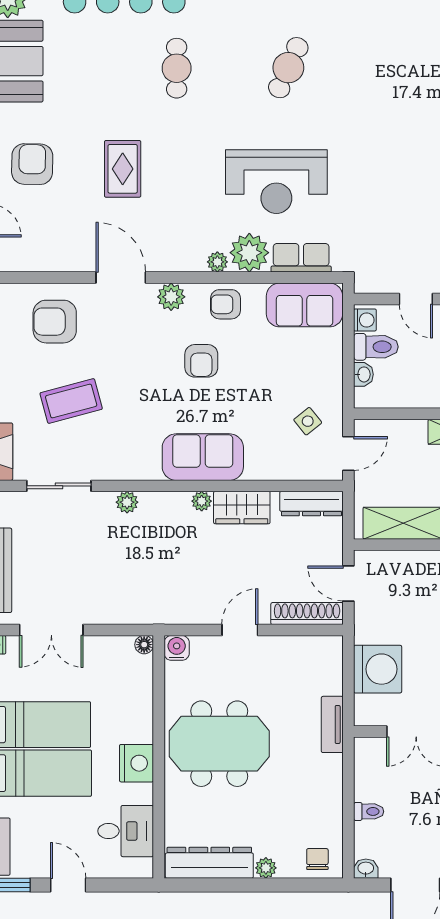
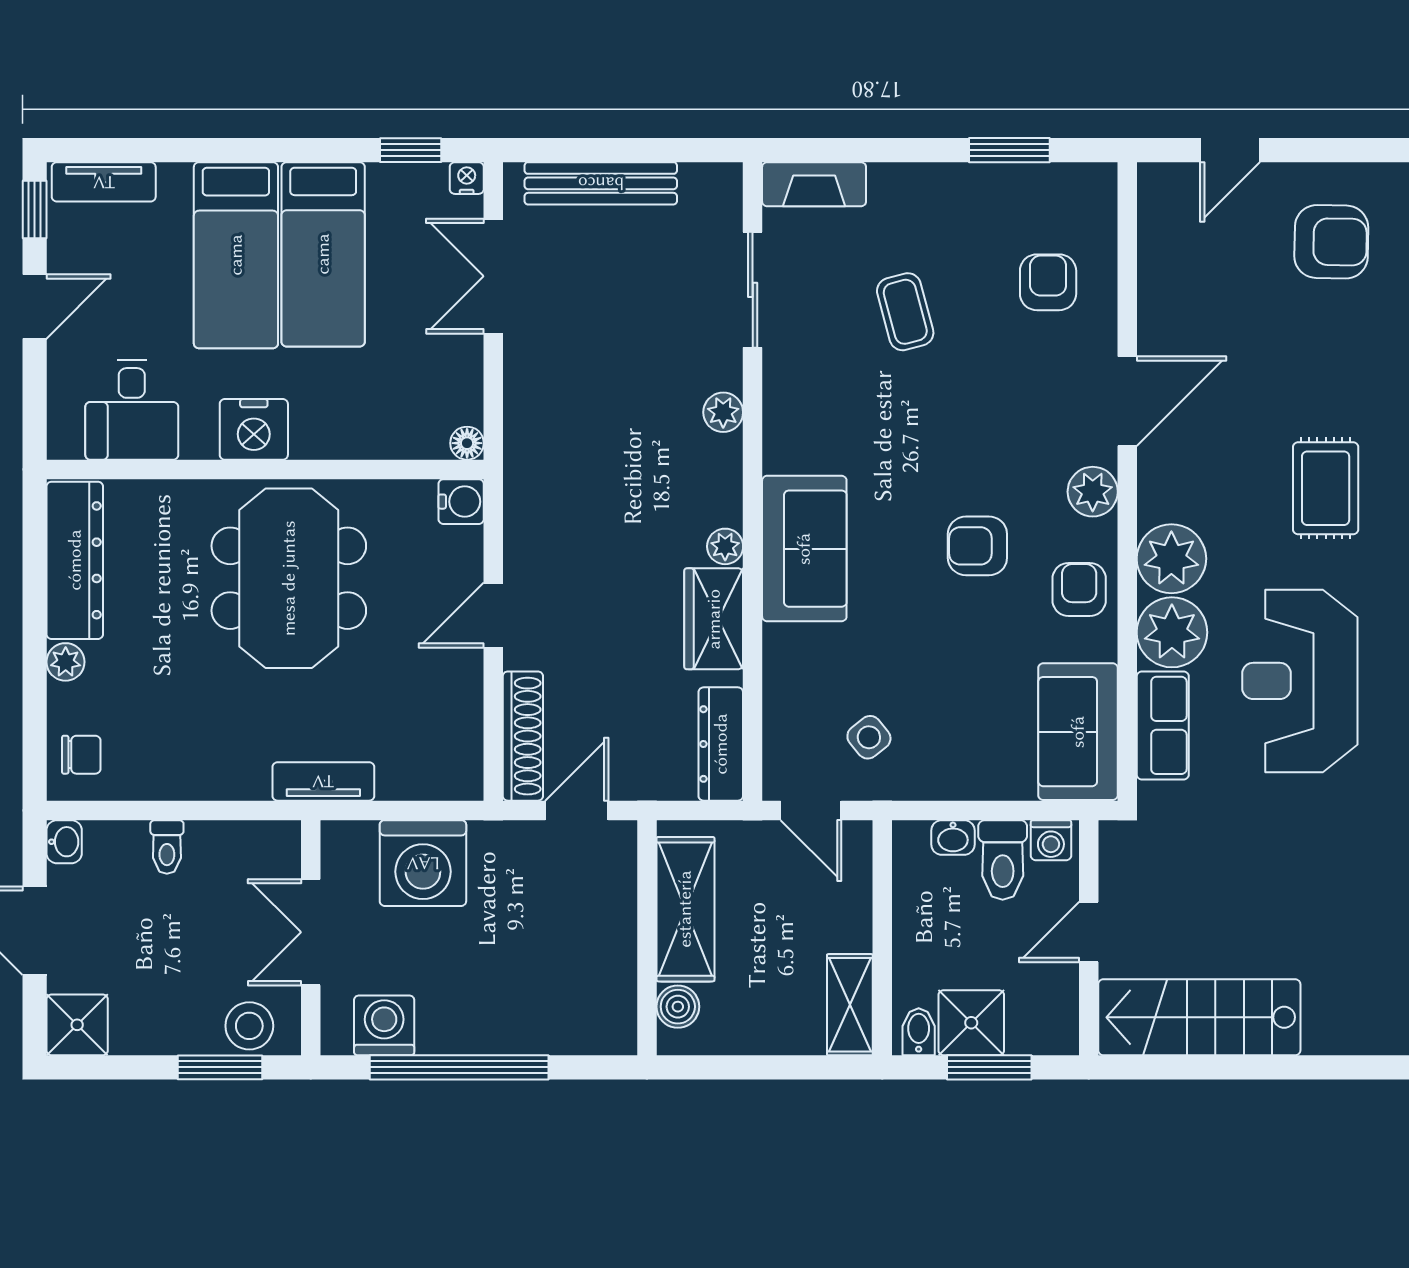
rug: (123, 169) -> (1326, 488), moved, turned 90
plant: (217, 262) -> (1171, 559), width x1.88, depth x1.88
armchair: (55, 322) -> (1048, 282), width x0.72, depth x0.72
coffee table: (71, 401) -> (905, 312), width x0.73, depth x0.77
door: (240, 630) -> (493, 615), swing flipped

